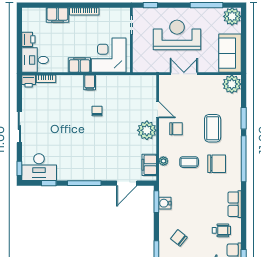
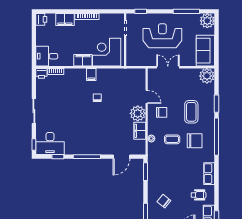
printer: (28, 39) -> (41, 19), moved
filing cabinet: (149, 165) -> (140, 131), moved
water cooler: (165, 203) -> (152, 173), removed

